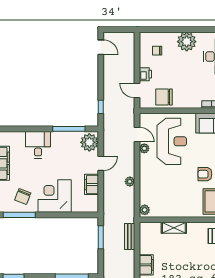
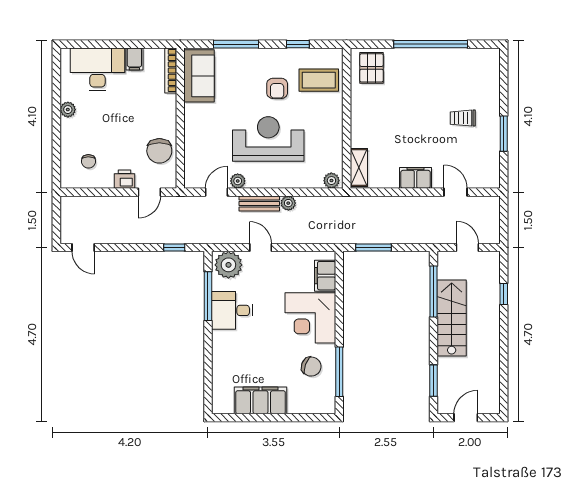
plant: (187, 42) -> (68, 110), width x0.53, depth x0.53
door: (101, 47) -> (83, 248), swing flipped
reception desk: (172, 141) -> (268, 139), moved
desk: (38, 145) -> (232, 310), moved
filing cabinet: (91, 184) -> (325, 276), moved, turned 90
shelving: (174, 228) -> (359, 167), moved
bench: (130, 236) -> (259, 203), moved

